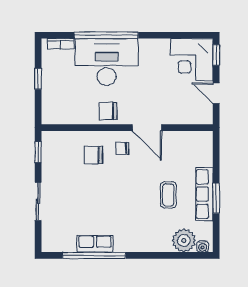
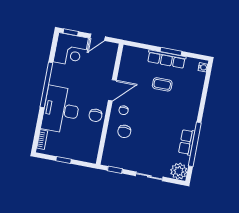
window: (106, 35) -> (46, 85), moved
plant: (184, 241) -> (179, 171), moved

